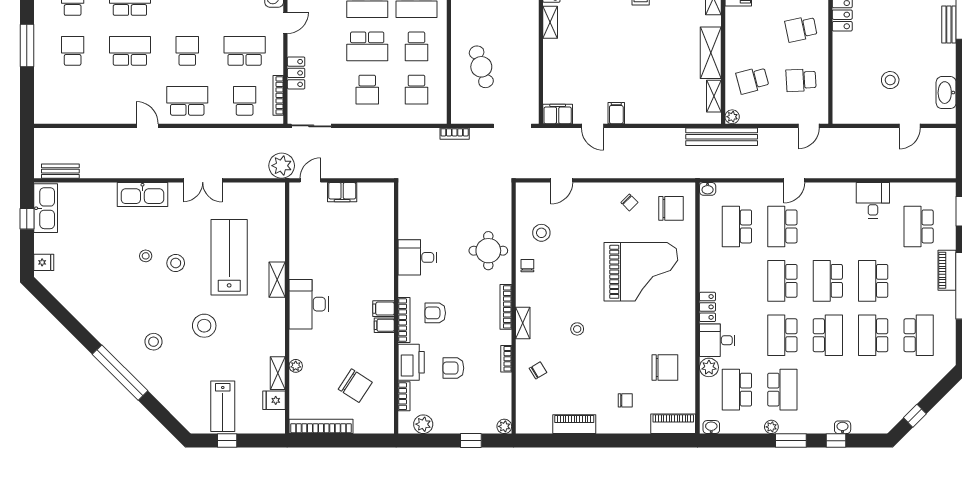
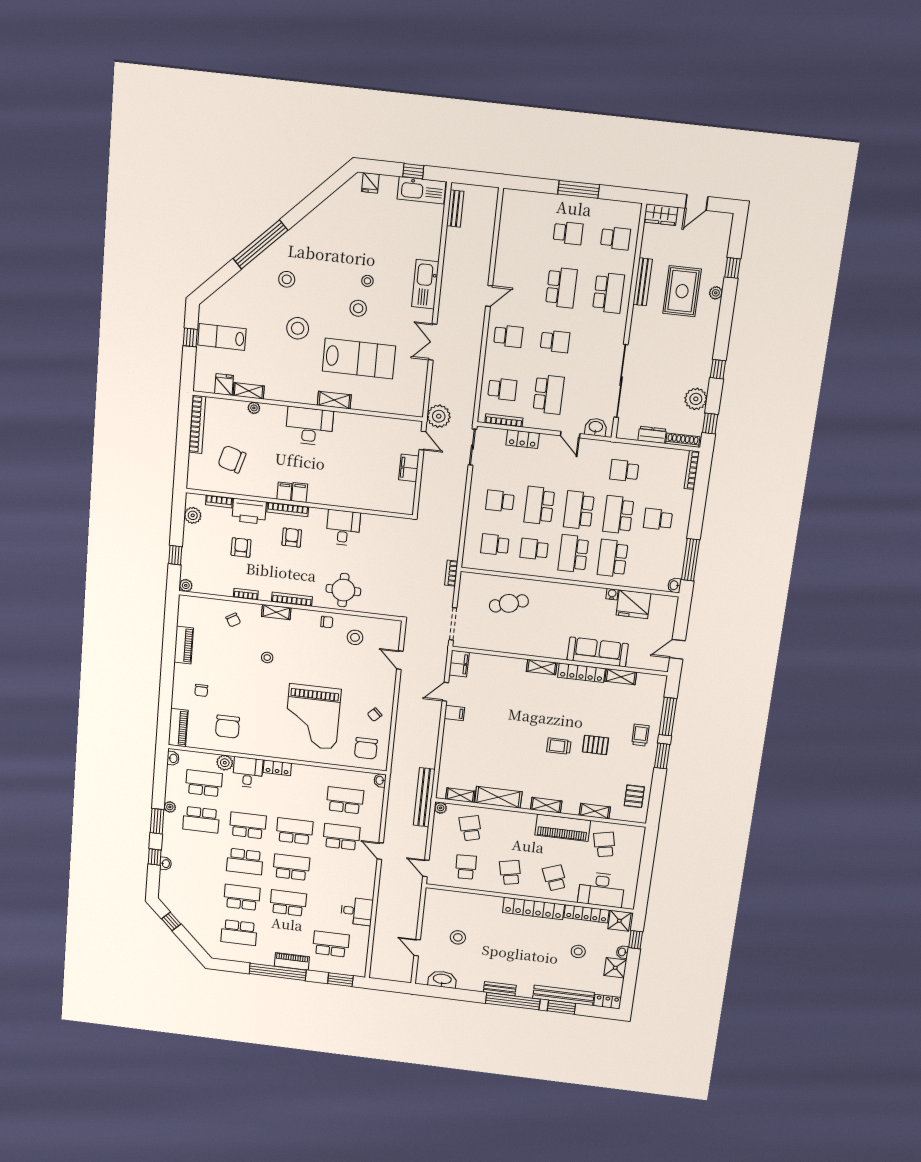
school desk: (187, 101) -> (508, 336), width x0.54
chair: (355, 386) -> (232, 459), turned 73

